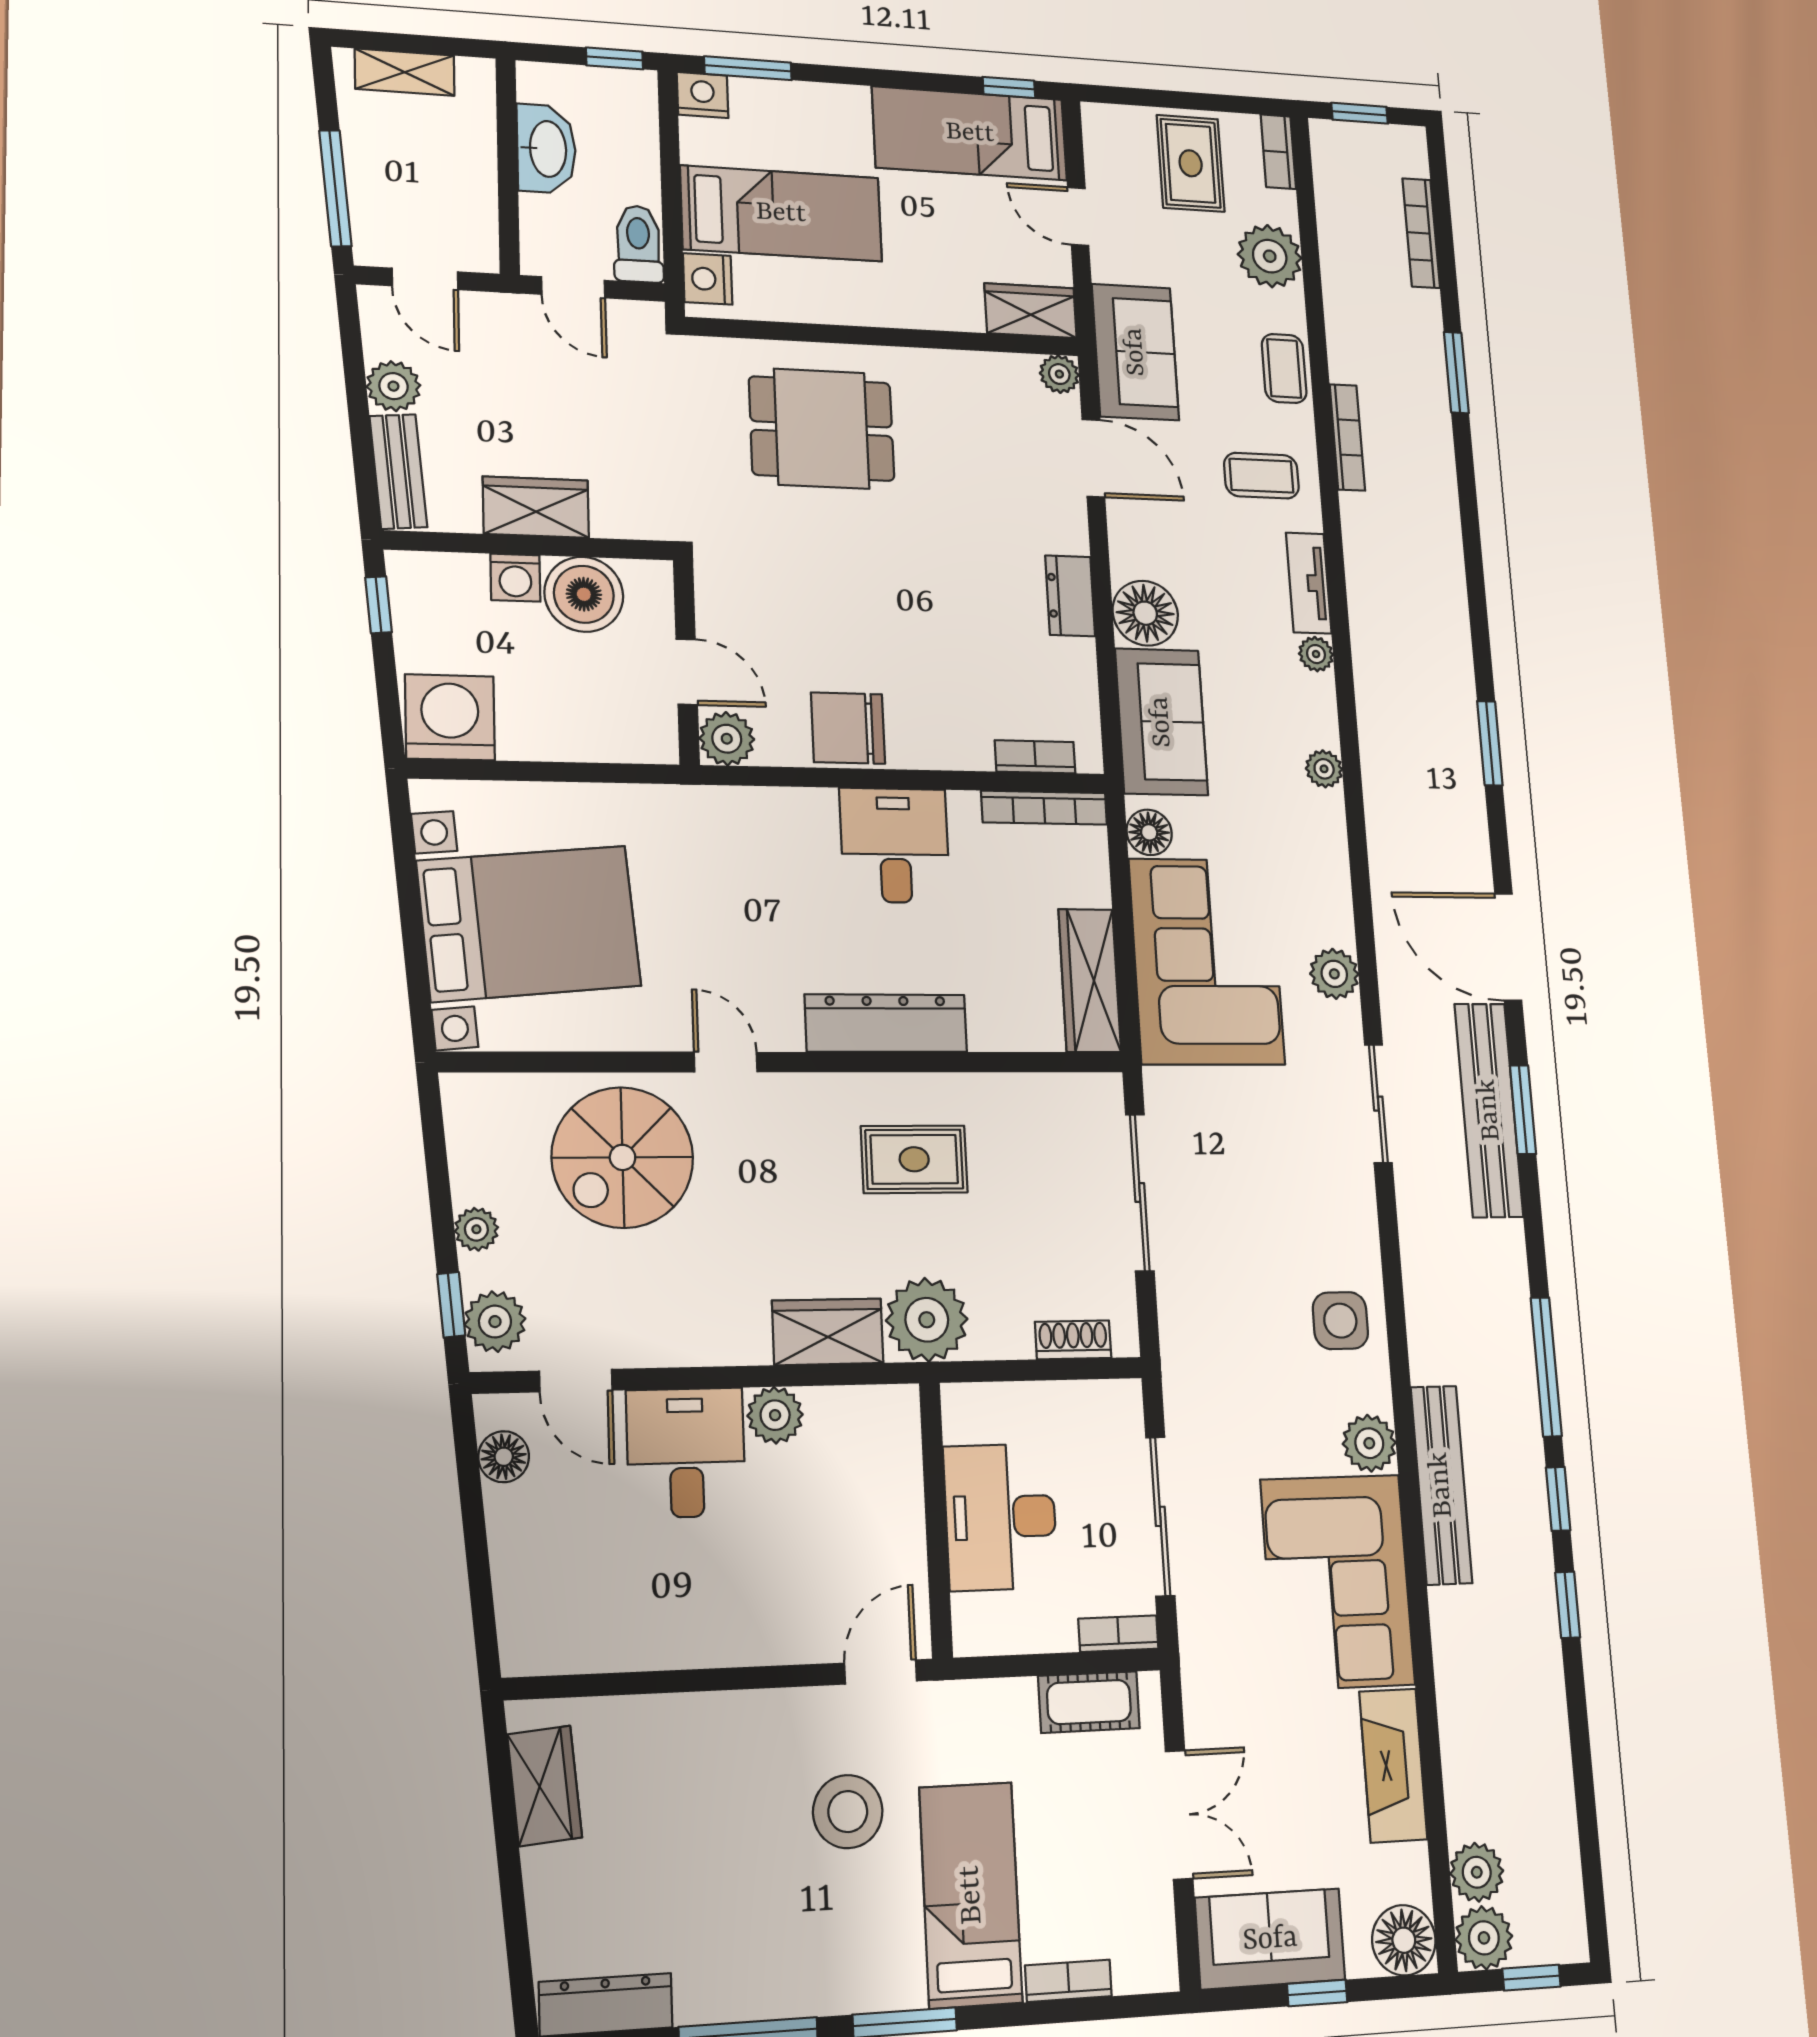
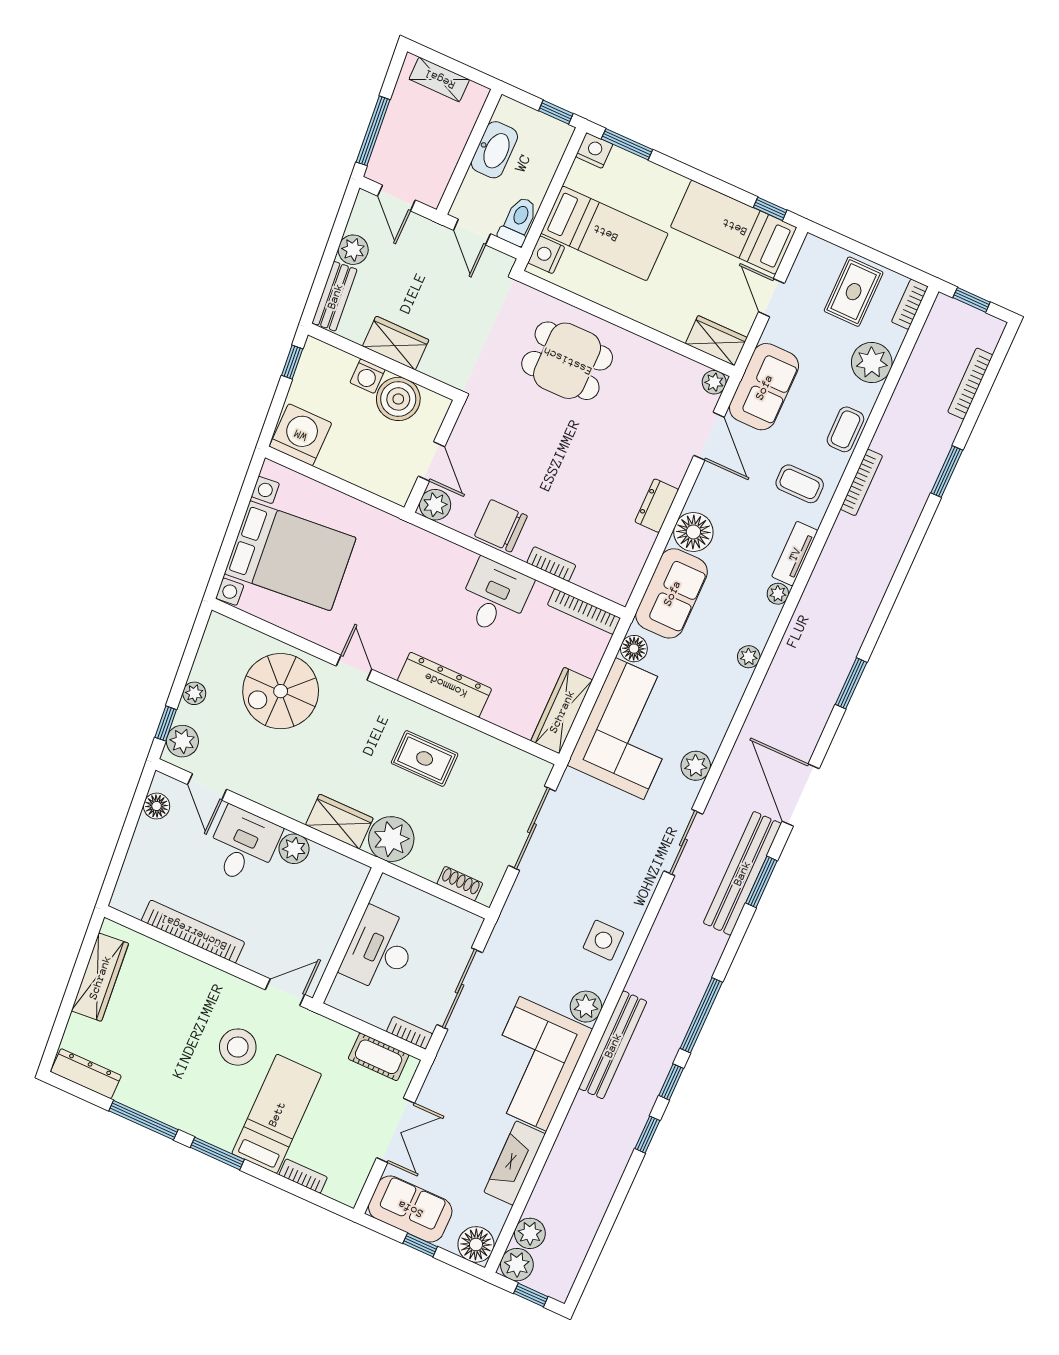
bookcase: (1035, 757) -> (551, 564), moved
bookcase: (673, 1647) -> (193, 932), added
wardrobe: (545, 1786) -> (100, 977), width x1.50

